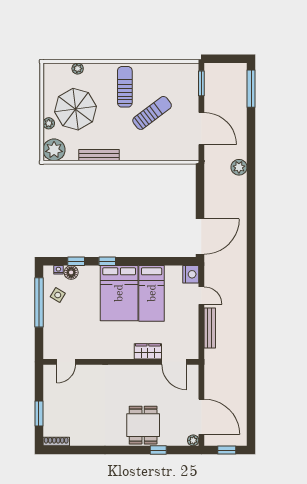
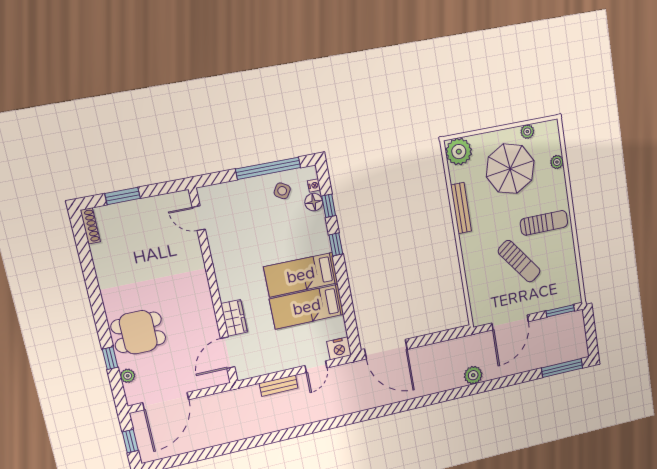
plant: (49, 123) -> (527, 132), moved
bed: (119, 293) -> (301, 275), width x0.67
bench: (210, 328) -> (279, 386), width x0.73
plant: (193, 440) -> (128, 376), moved

